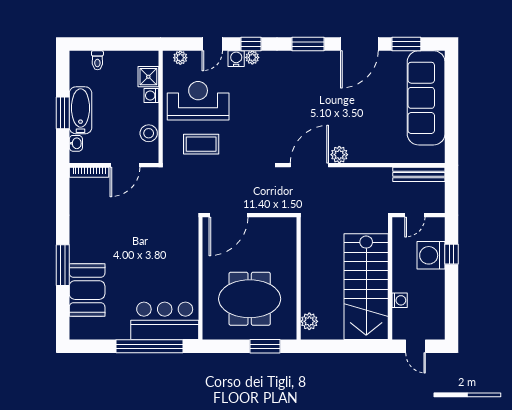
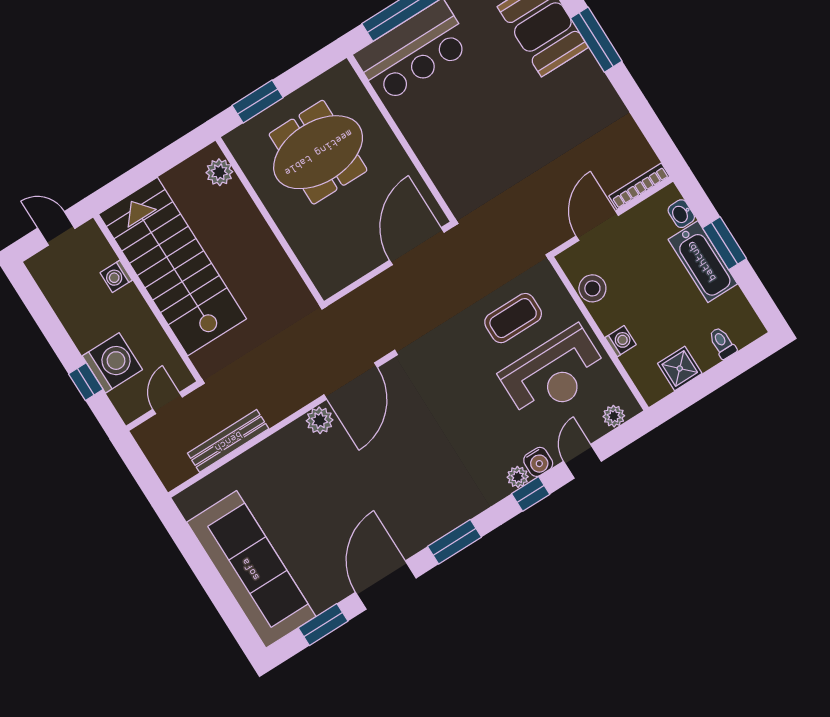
shower: (148, 77) -> (680, 368), moved
bench: (419, 174) -> (228, 441), moved

